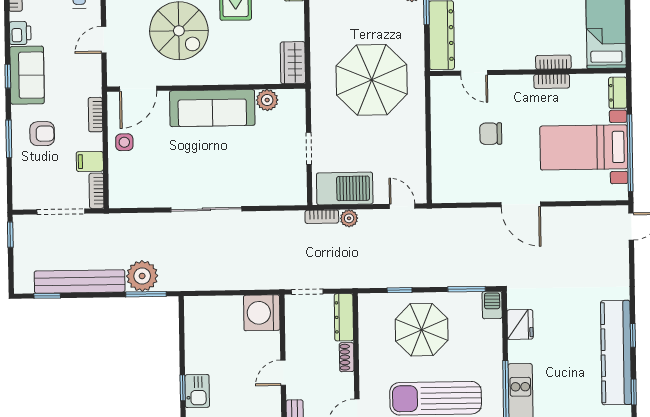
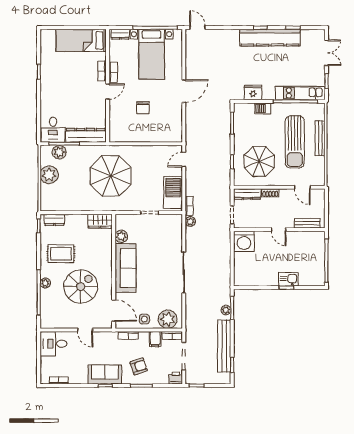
printer: (20, 33) -> (176, 378), moved
door: (474, 73) -> (108, 92), moved
armchair: (42, 134) -> (139, 366), turned 72
plant: (125, 183) -> (168, 319), added
plant: (349, 218) -> (190, 221), moved
plant: (142, 276) -> (226, 310), width x0.53, depth x0.53
barbecue: (492, 305) -> (263, 109), moved
parasol: (422, 330) -> (259, 161), moved

